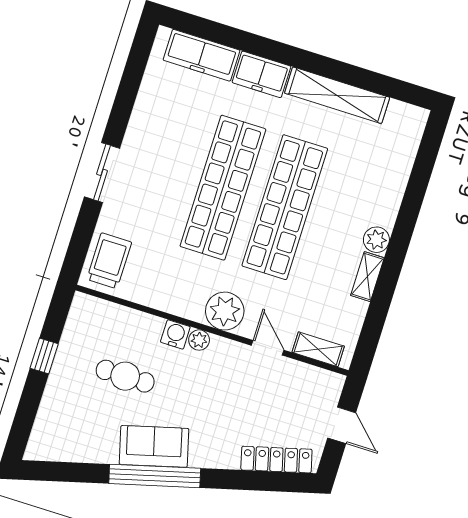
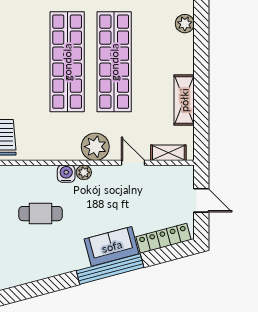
plant: (376, 240) -> (185, 24), moved
shelving: (367, 277) -> (184, 100), width x1.50, depth x1.33
sofa: (154, 446) -> (112, 246), moved
window: (155, 476) -> (110, 269), moved

